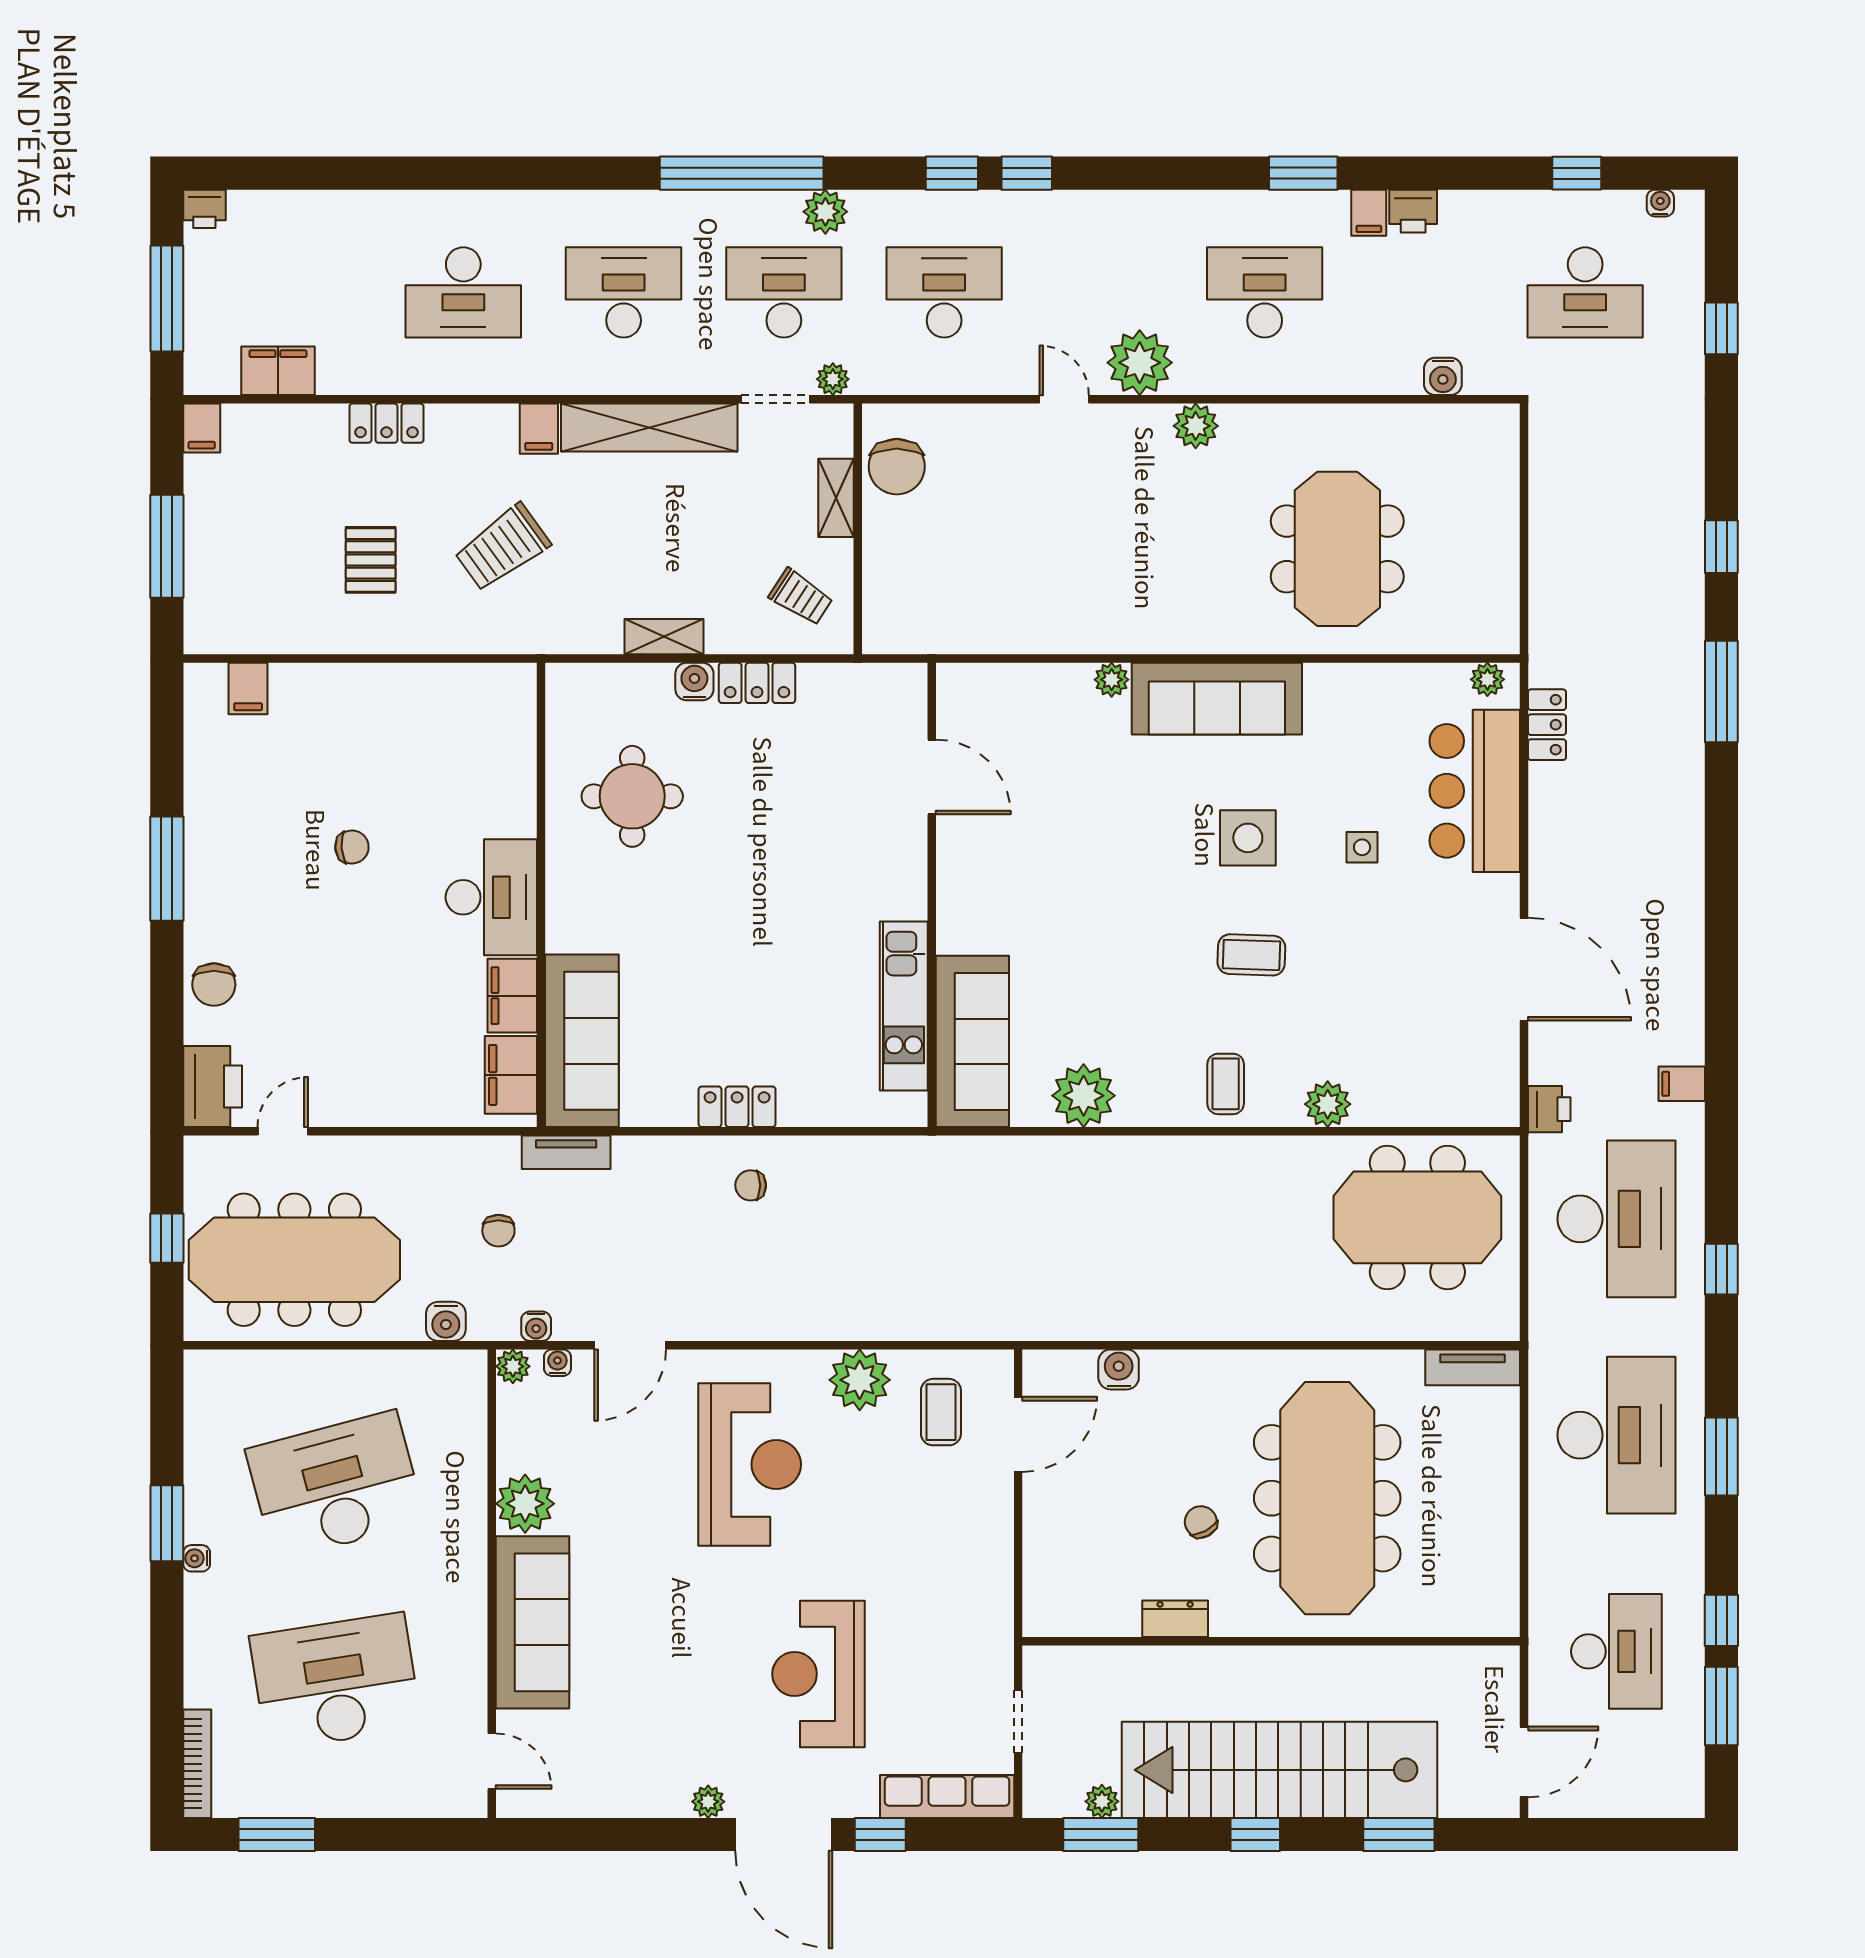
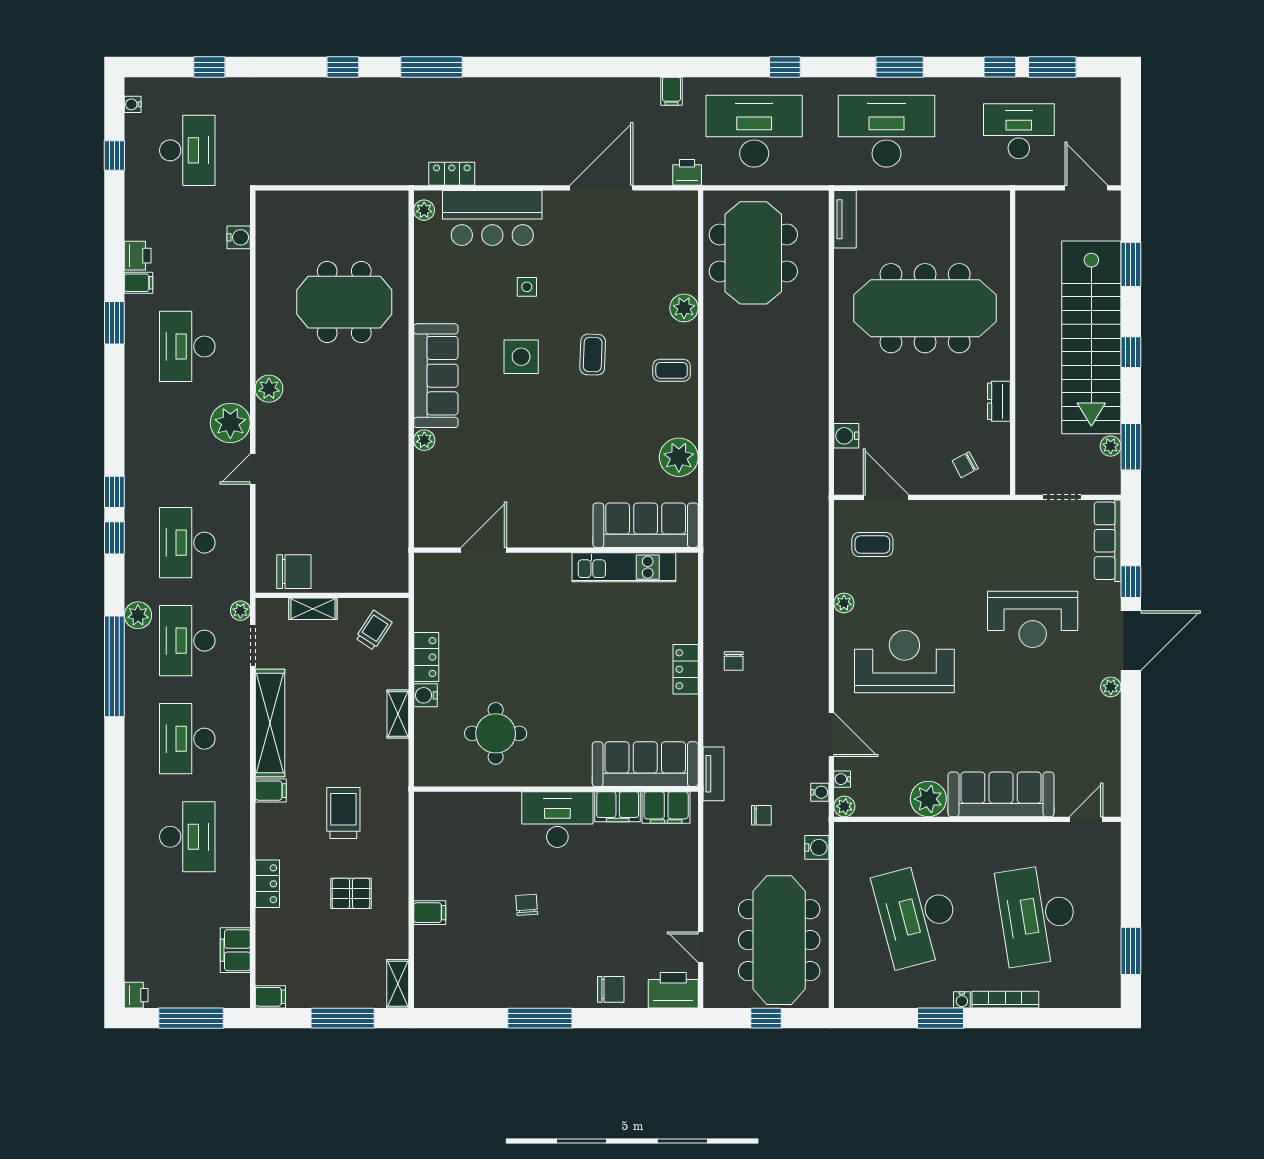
trolley: (502, 548) -> (343, 813), turned -144
shelving: (223, 636) -> (398, 984), added
filing cabinet: (248, 688) -> (430, 913), moved
plant: (860, 1380) -> (844, 603), width x0.53, depth x0.53
chair: (1201, 1522) -> (965, 465), moved
bookcase: (197, 1764) -> (1005, 1000), moved

